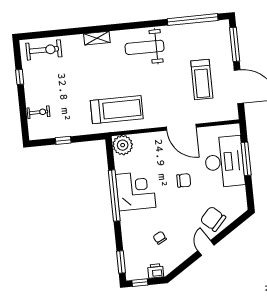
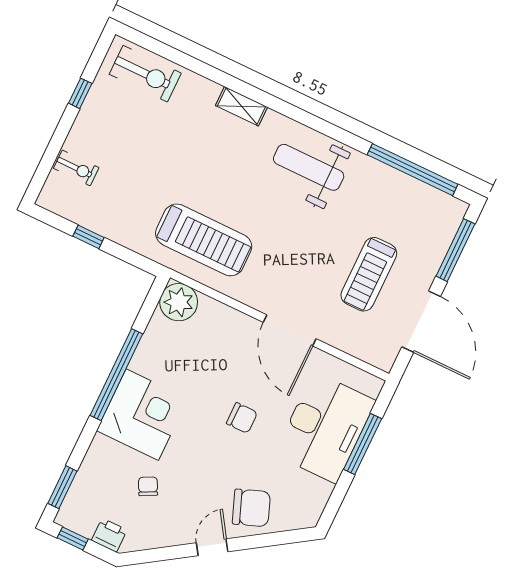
corner desk: (136, 191) -> (142, 415), moved
chair: (213, 219) -> (251, 508), turned 117

